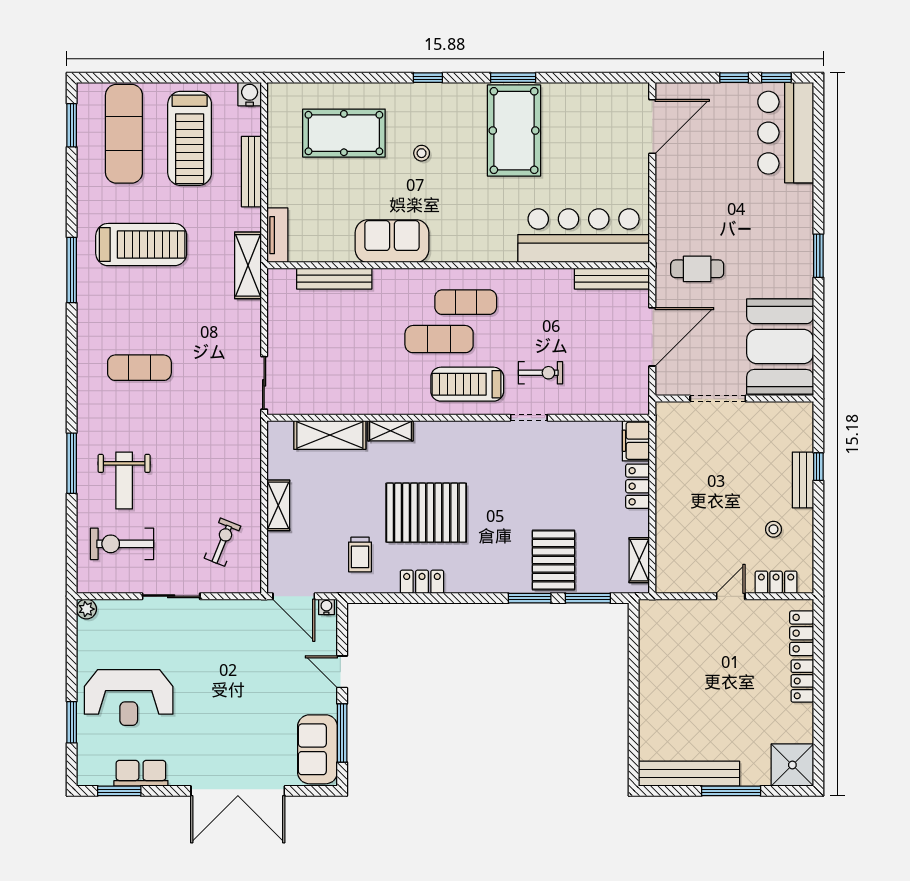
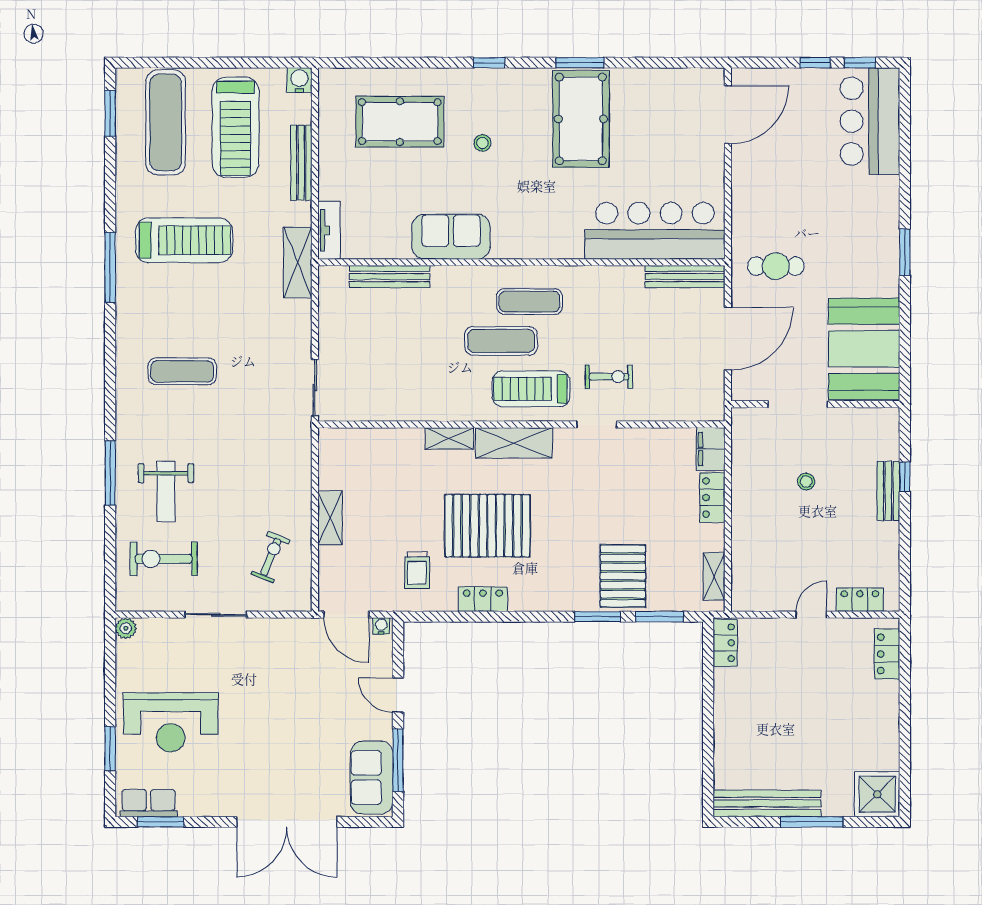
shelving: (330, 435) -> (514, 443), moved
stool: (773, 529) -> (806, 482), moved
locker: (802, 681) -> (725, 643), moved, turned 180
row of seats: (141, 773) -> (149, 803), moved

